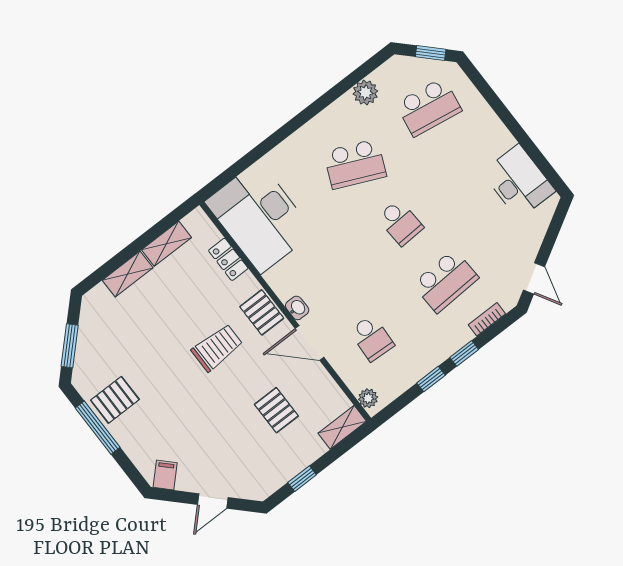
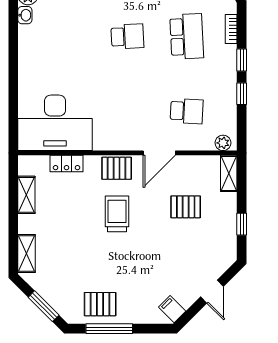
school desk: (355, 164) -> (68, 36), removed
shelving: (128, 274) -> (26, 253), moved
washbasin: (297, 308) -> (25, 15), moved, turned 90
pallet: (115, 400) -> (100, 304), turned 90

